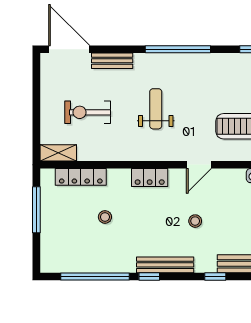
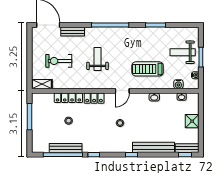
locker: (81, 177) -> (68, 98), moved
bench: (165, 265) -> (66, 148), moved

